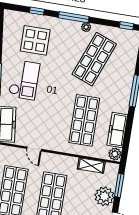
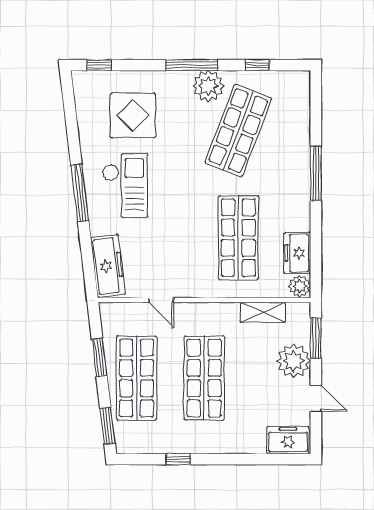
window: (37, 11) -> (99, 65), moved
window: (127, 26) -> (257, 65), moved
plant: (86, 27) -> (208, 86), width x1.88, depth x1.88
freezer: (117, 130) -> (297, 253), width x0.71

